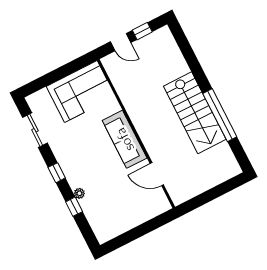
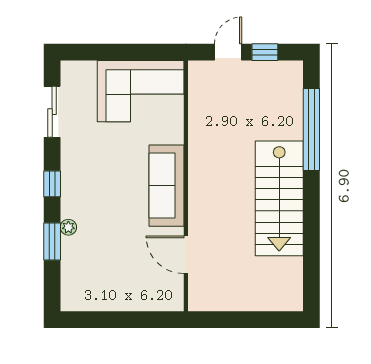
door: (121, 42) -> (228, 52), swing flipped
window: (220, 115) -> (311, 130), moved
window: (74, 207) -> (52, 242), width x1.50

